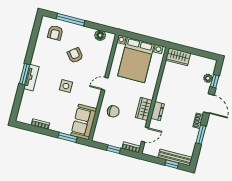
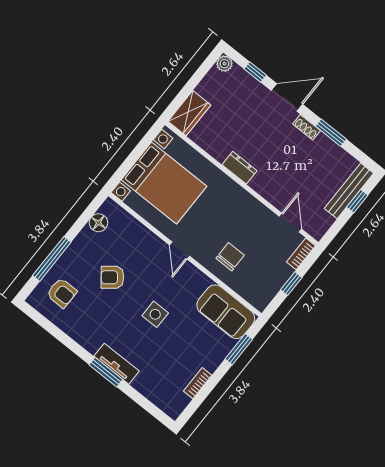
plant: (208, 78) -> (224, 64), moved
wardrobe: (144, 109) -> (248, 206), removed
dresser: (157, 111) -> (239, 168), moved

